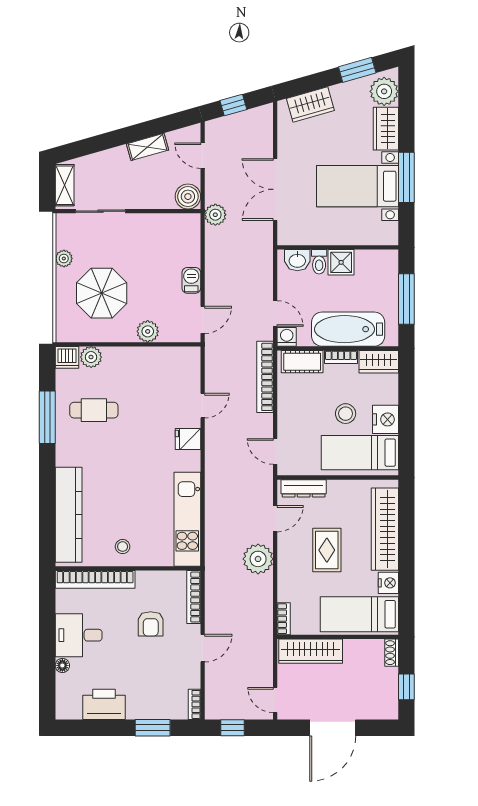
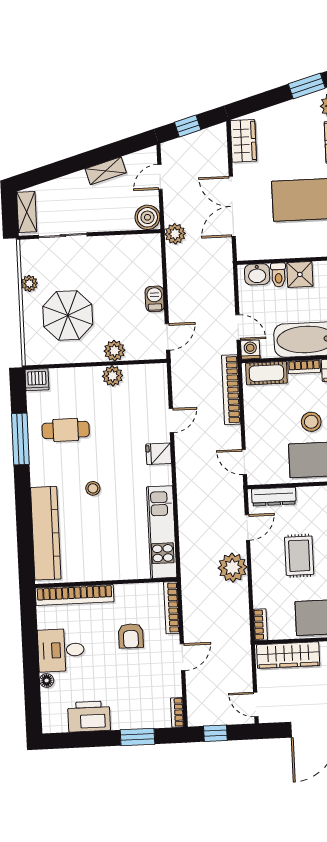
wardrobe: (310, 104) -> (243, 141), moved, turned -74
door: (203, 156) -> (160, 177), hinge flipped
plant: (91, 357) -> (113, 376), moved
stool: (123, 547) -> (93, 488), moved

